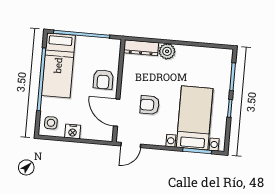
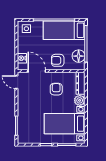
floor lamp: (99, 47) -> (79, 56), added
armchair: (150, 105) -> (56, 89), moved
door: (117, 113) -> (37, 71), hinge flipped
bed with nightstands: (195, 118) -> (65, 124), moved, turned 180
nightstand: (73, 131) -> (22, 58), moved

